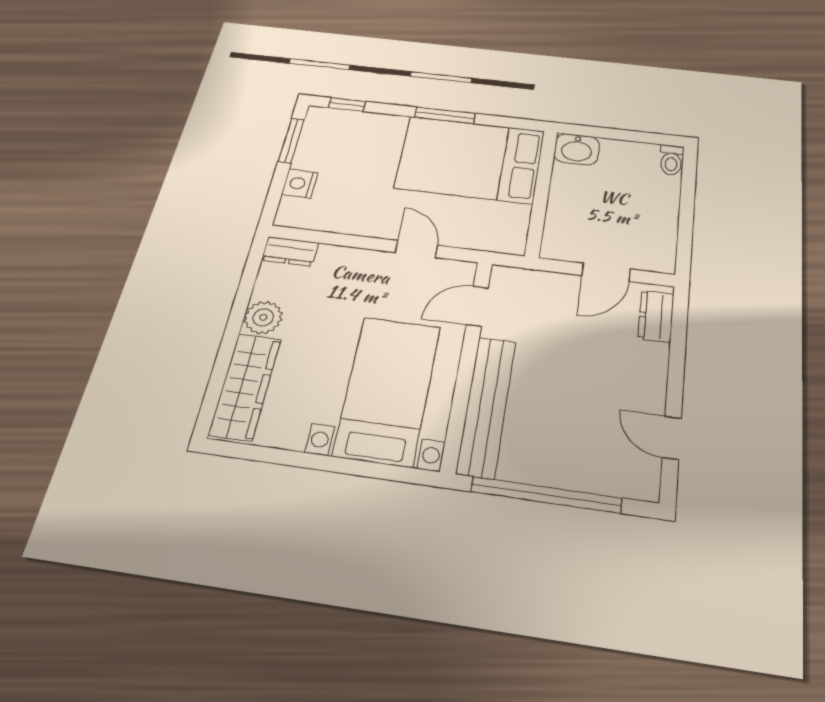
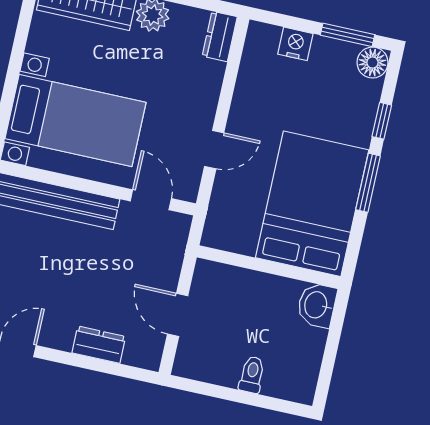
window: (347, 105) -> (382, 121), moved
floor lamp: (320, 119) -> (373, 63), added
toilet: (671, 160) -> (252, 375), moved, turned 90
dresser: (656, 316) -> (99, 345), moved

